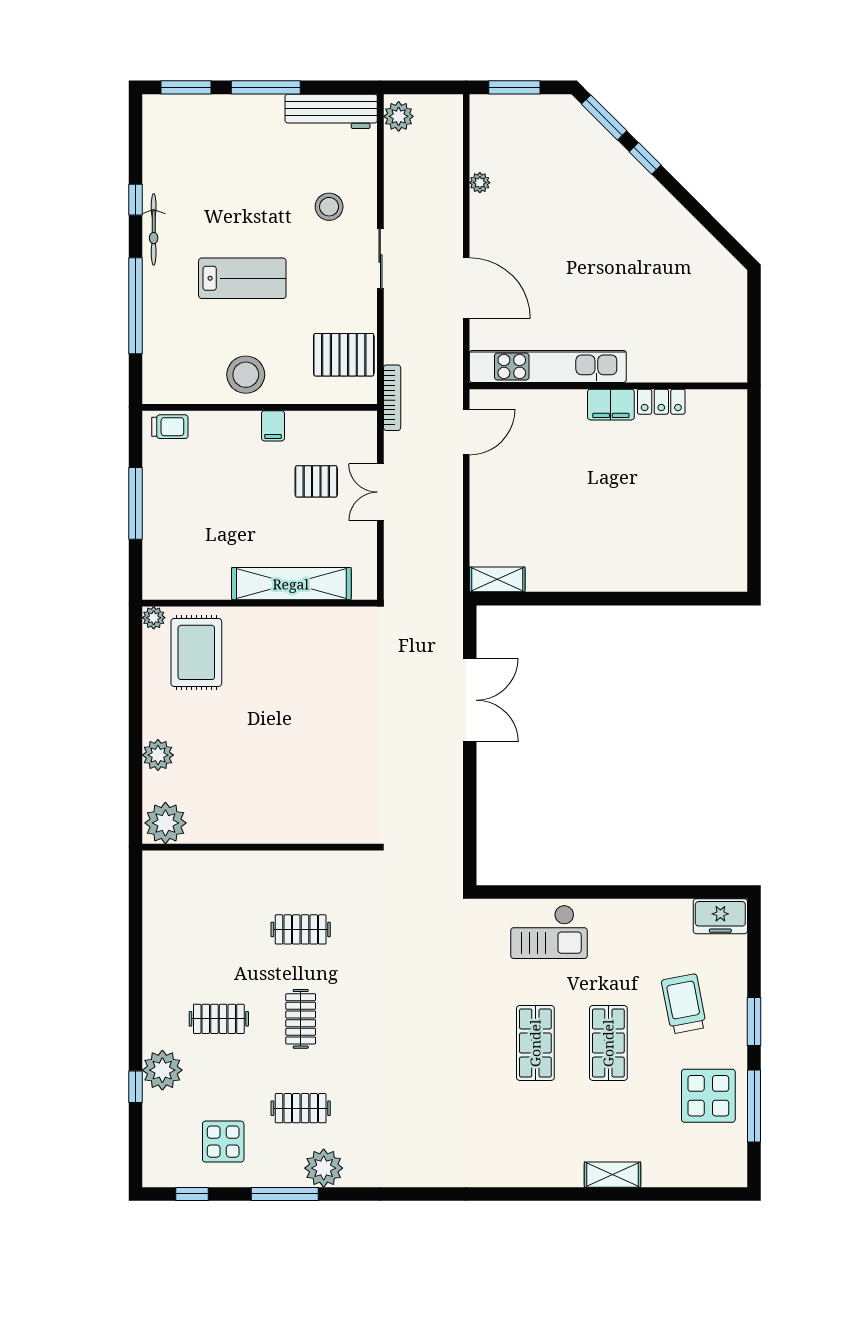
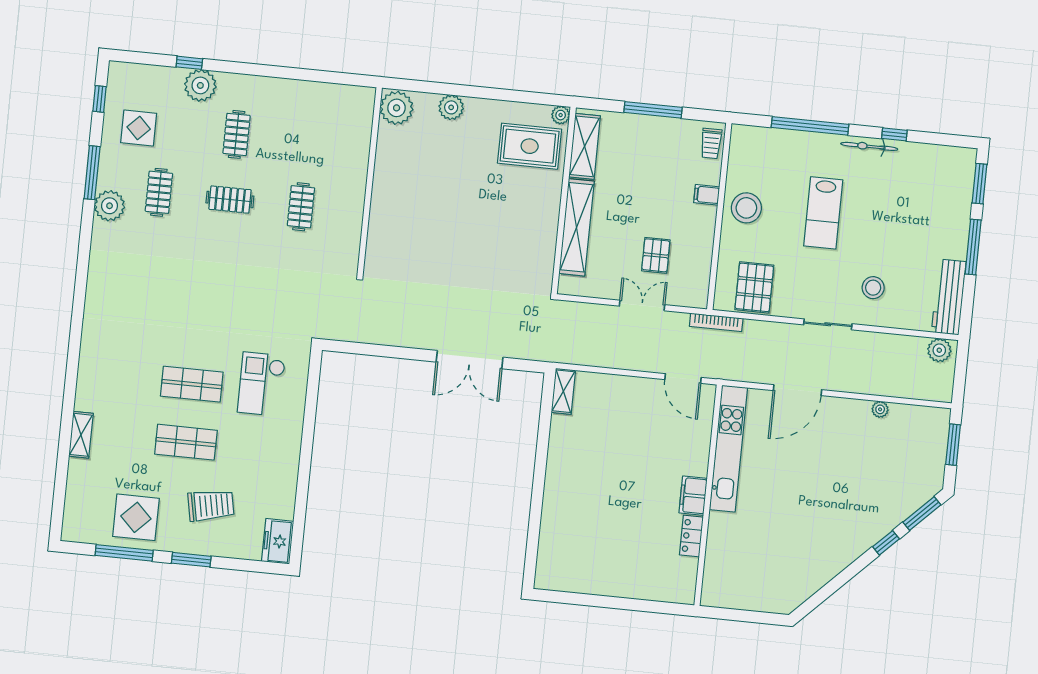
filing cabinet: (273, 426) -> (707, 195), moved
shelving: (190, 584) -> (585, 146), added
checkout: (549, 932) -> (261, 384), moved

